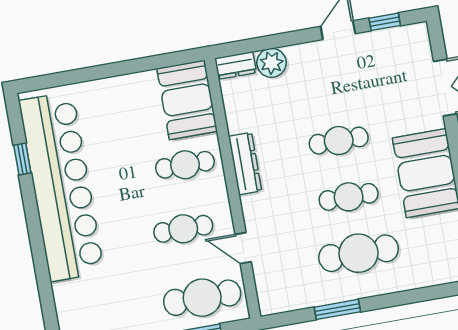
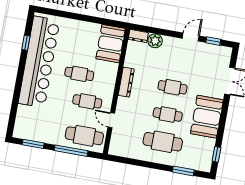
cafe table: (185, 165) -> (79, 74), moved
window: (337, 309) -> (183, 171), moved

